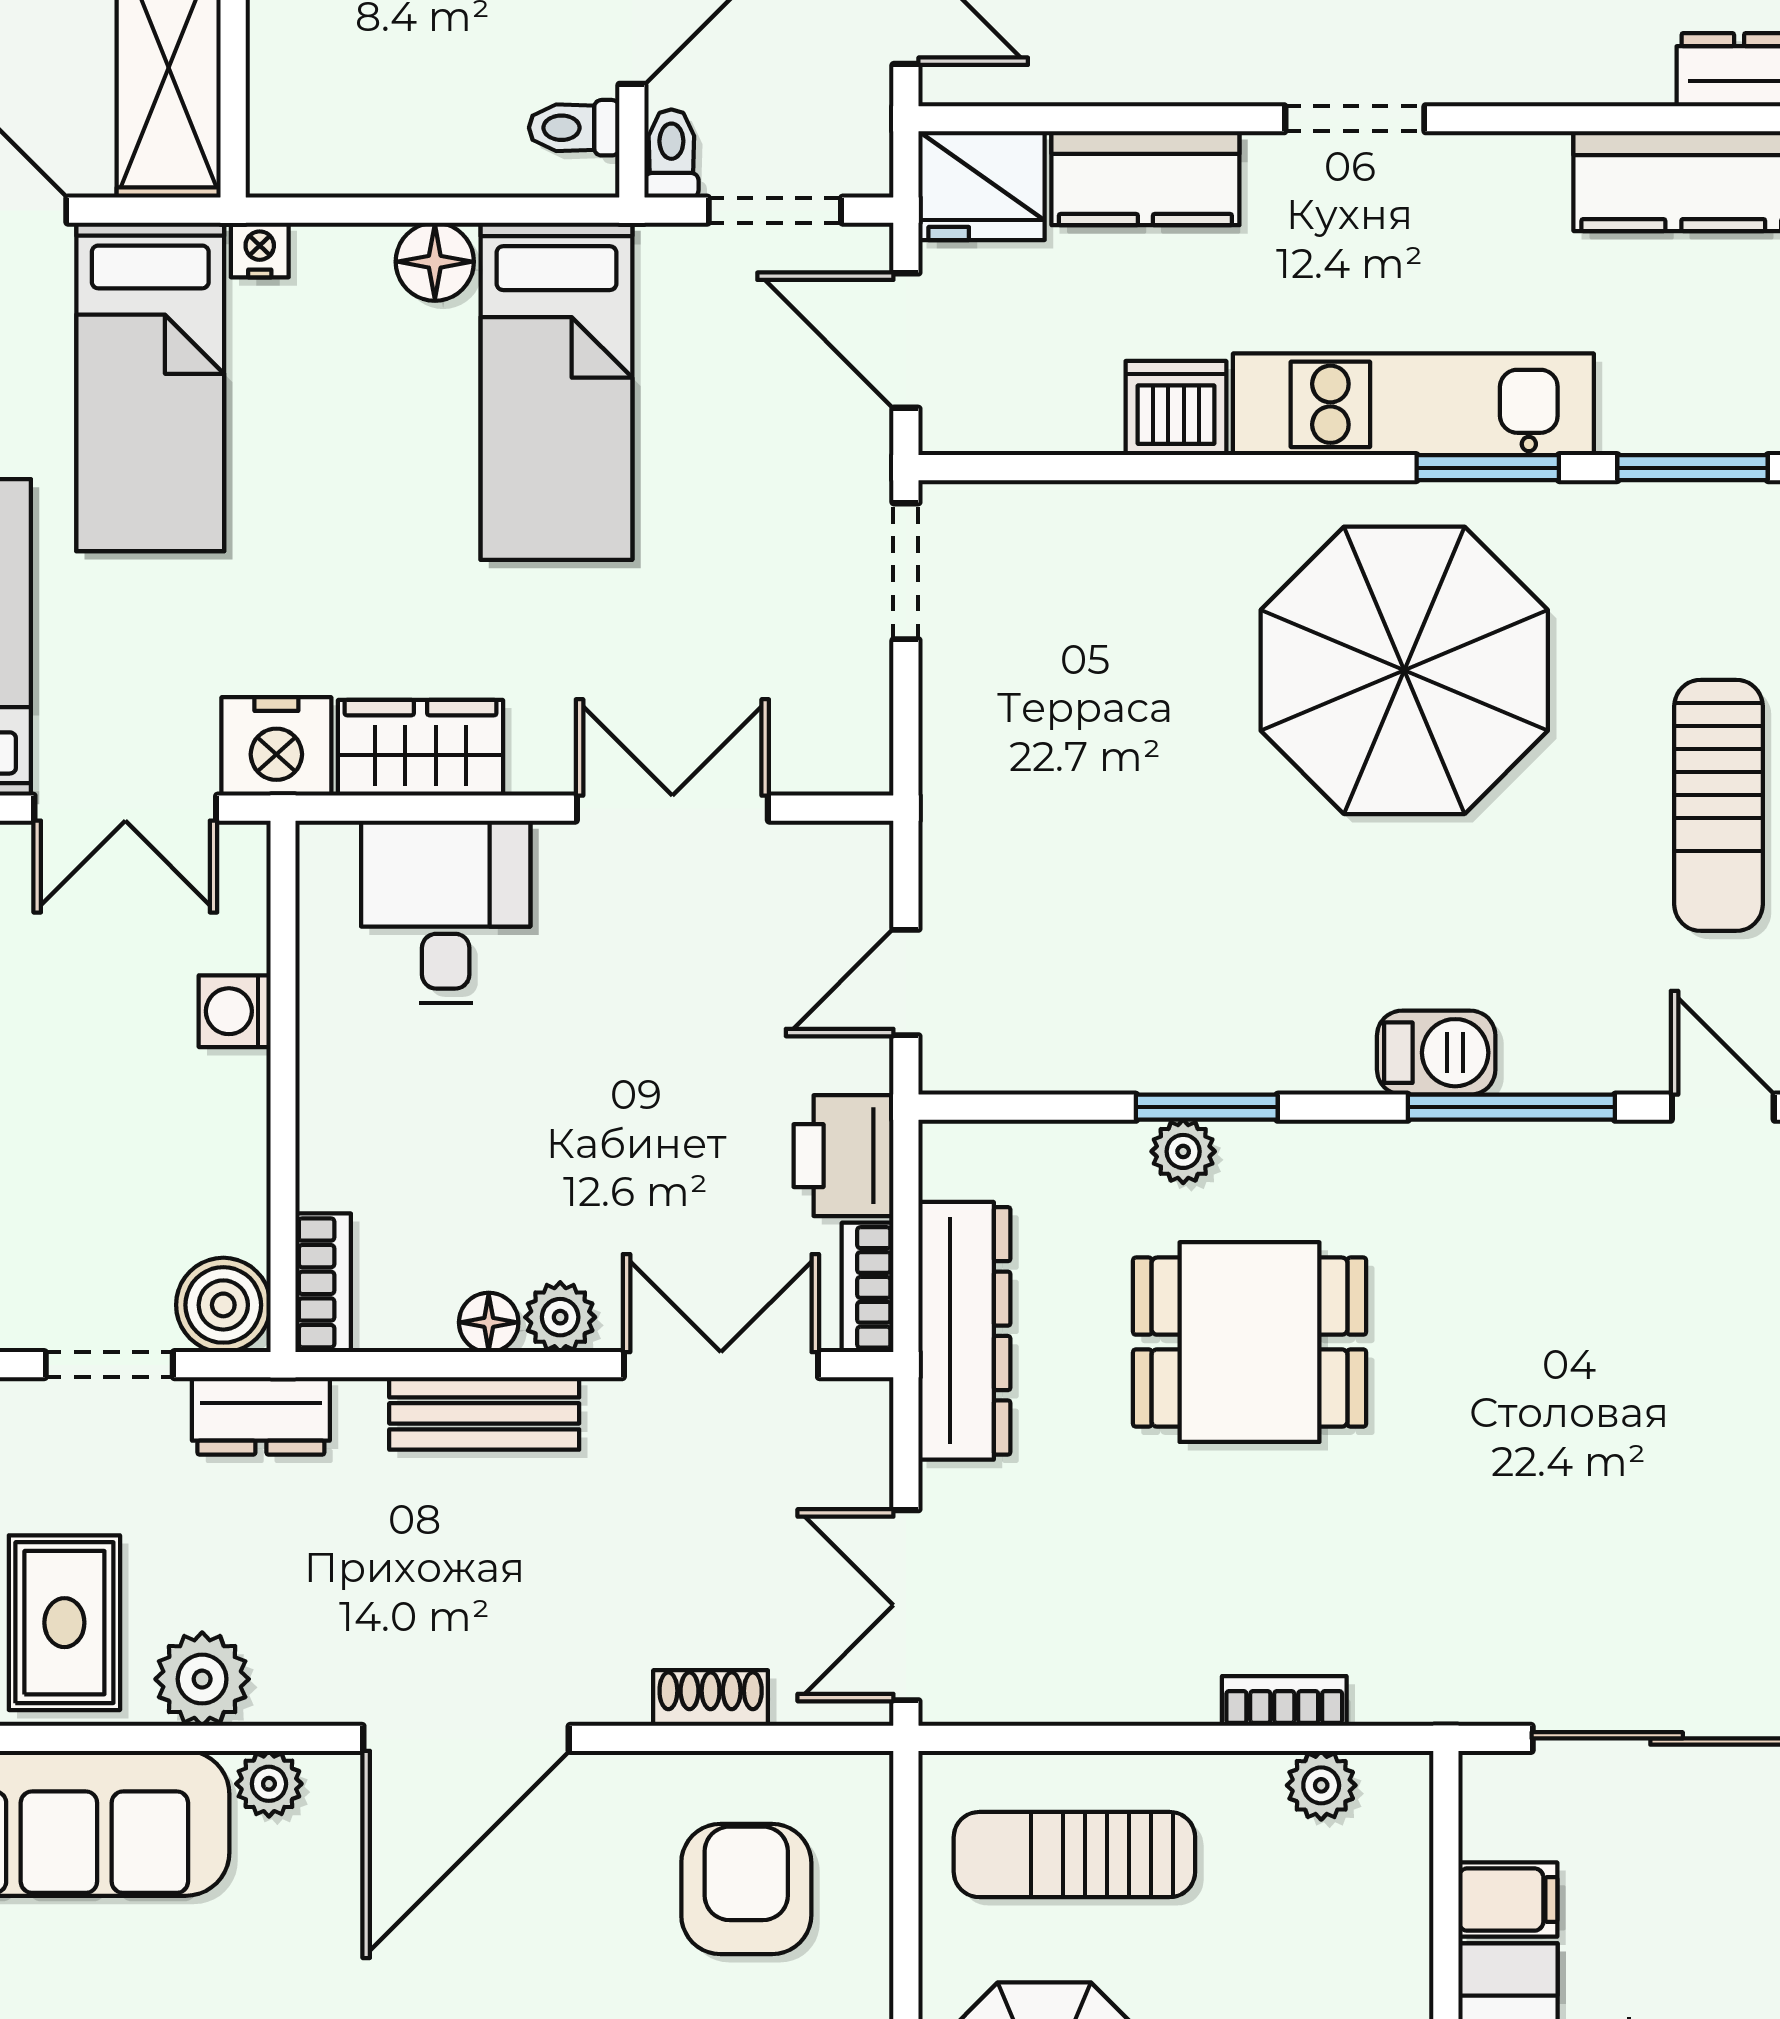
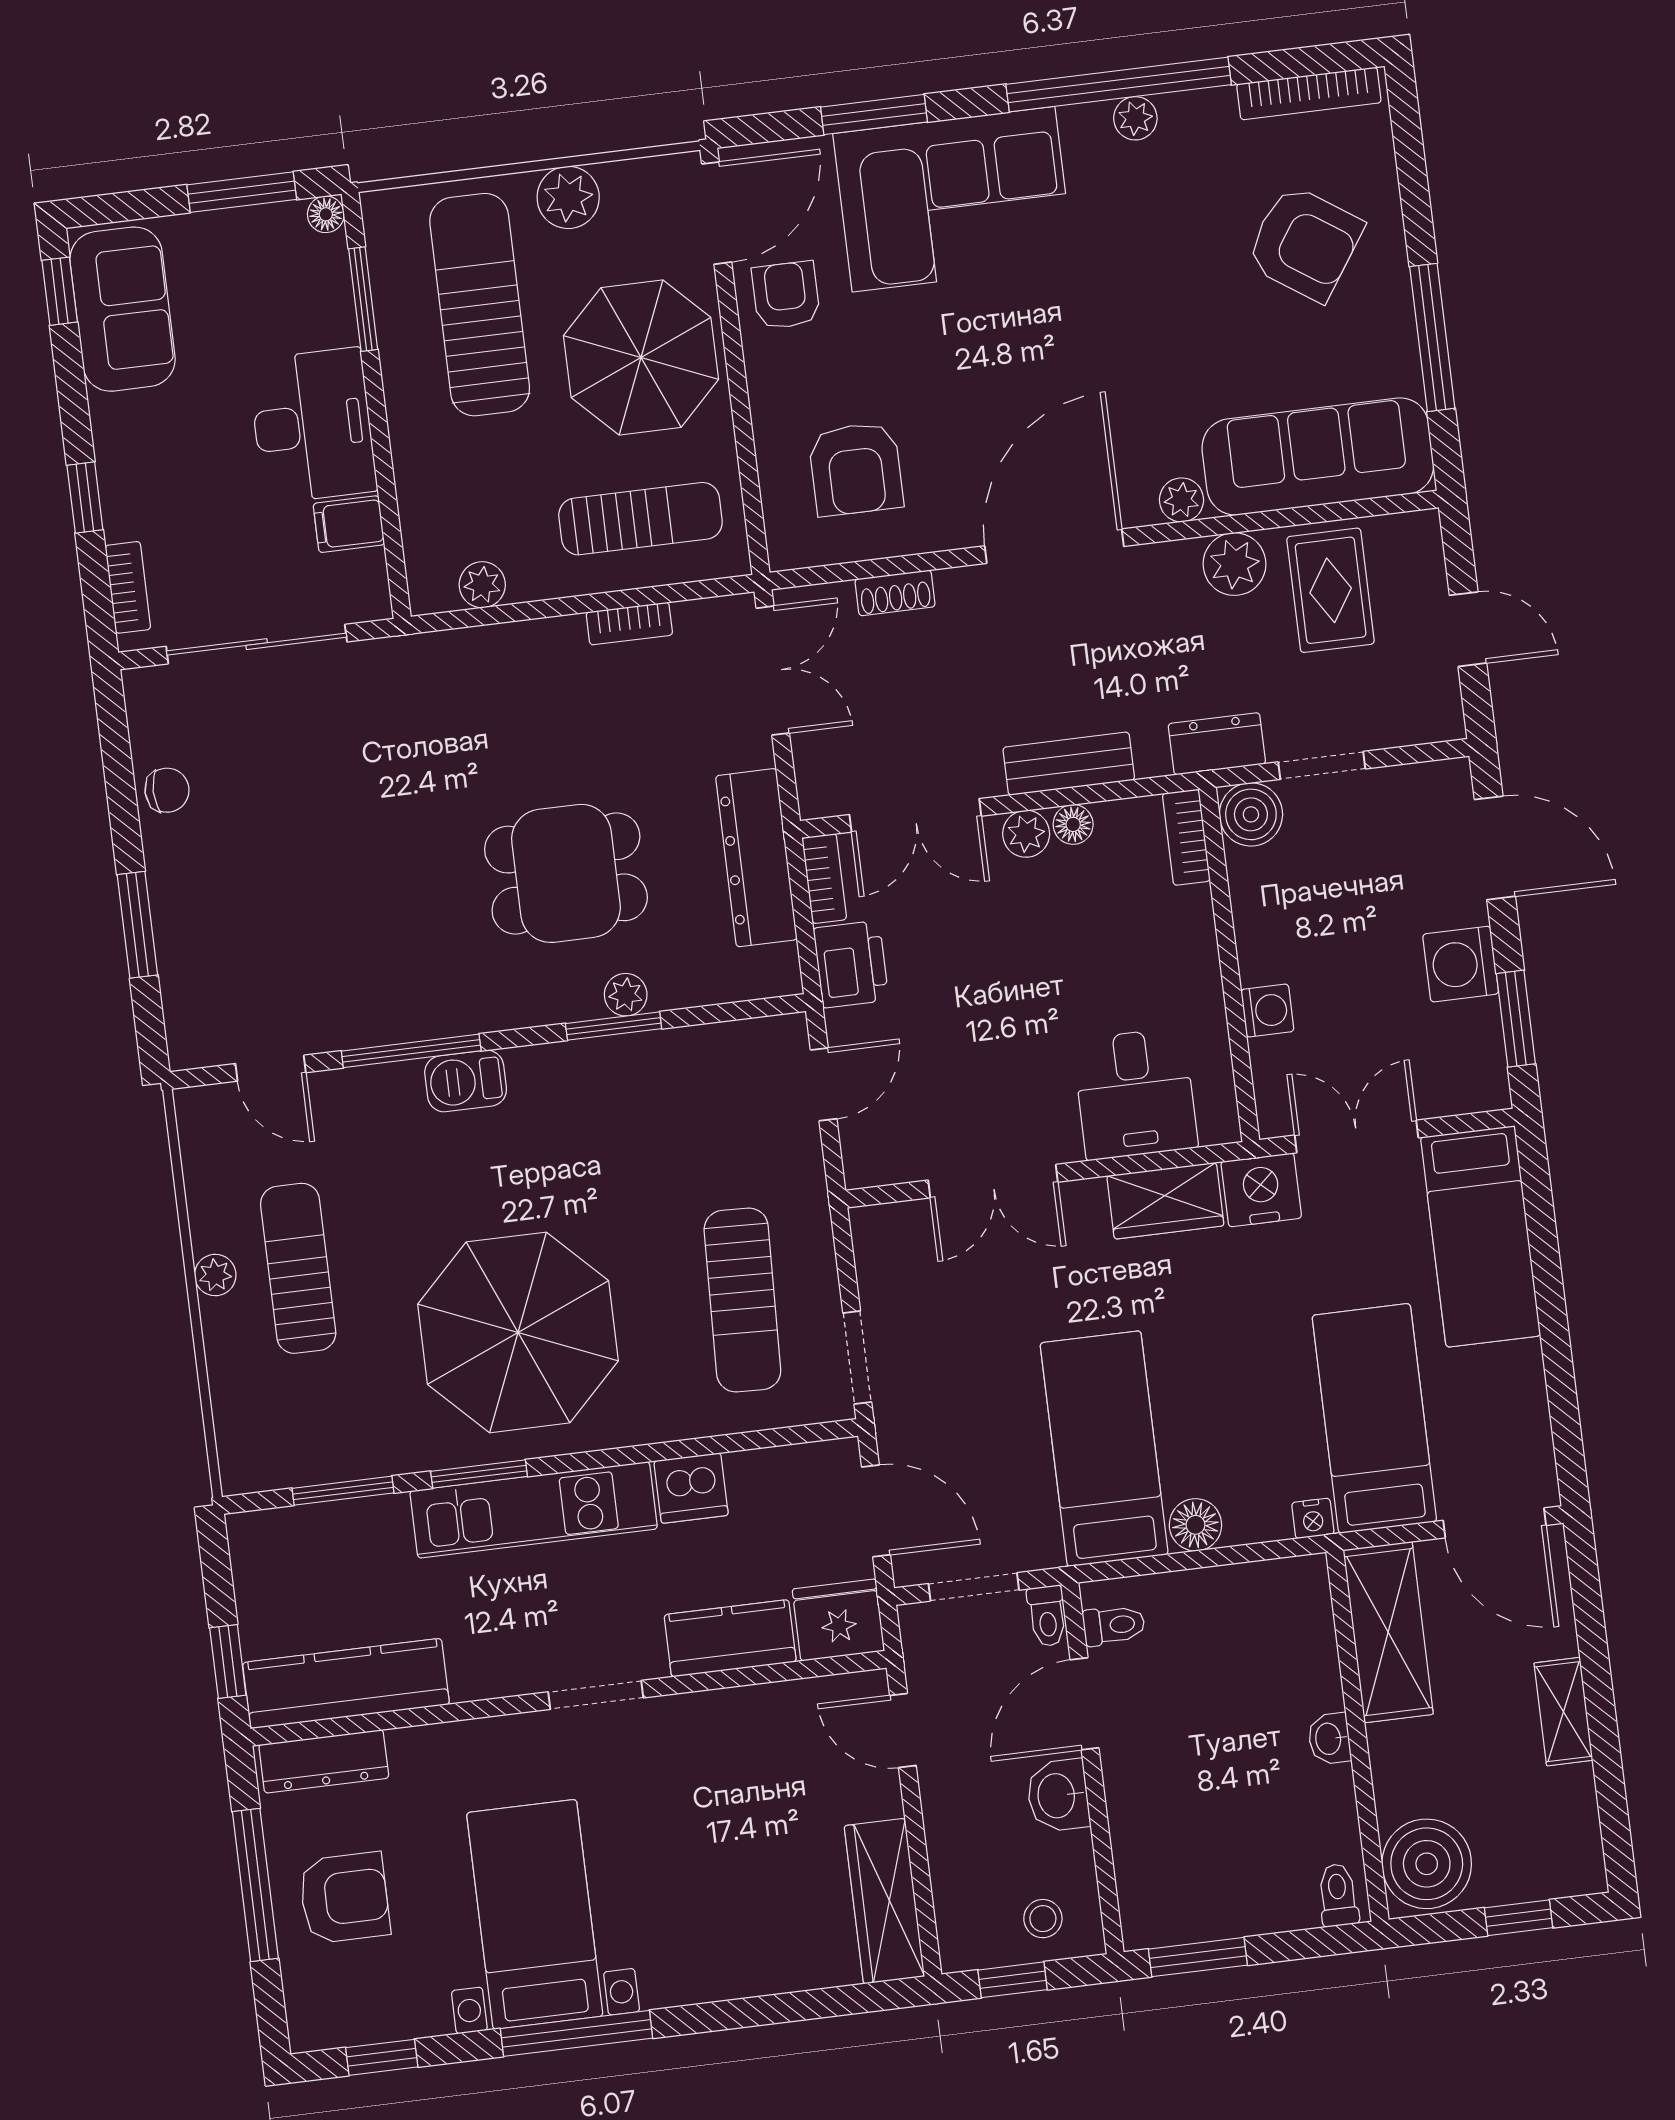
sun lounger: (1066, 678) -> (742, 1300), added
bookcase: (1284, 1701) -> (629, 624), moved

